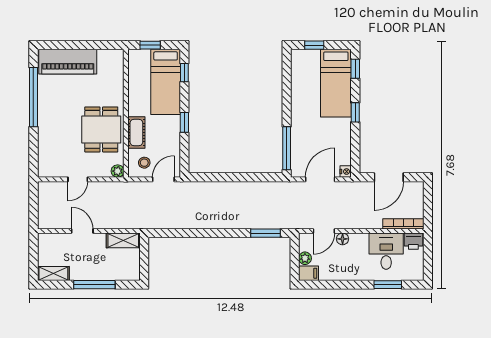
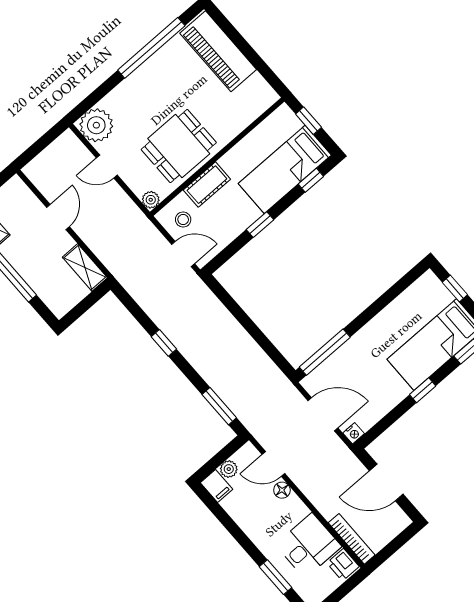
plant: (50, 165) -> (96, 125), added
window: (203, 233) -> (164, 343), added

